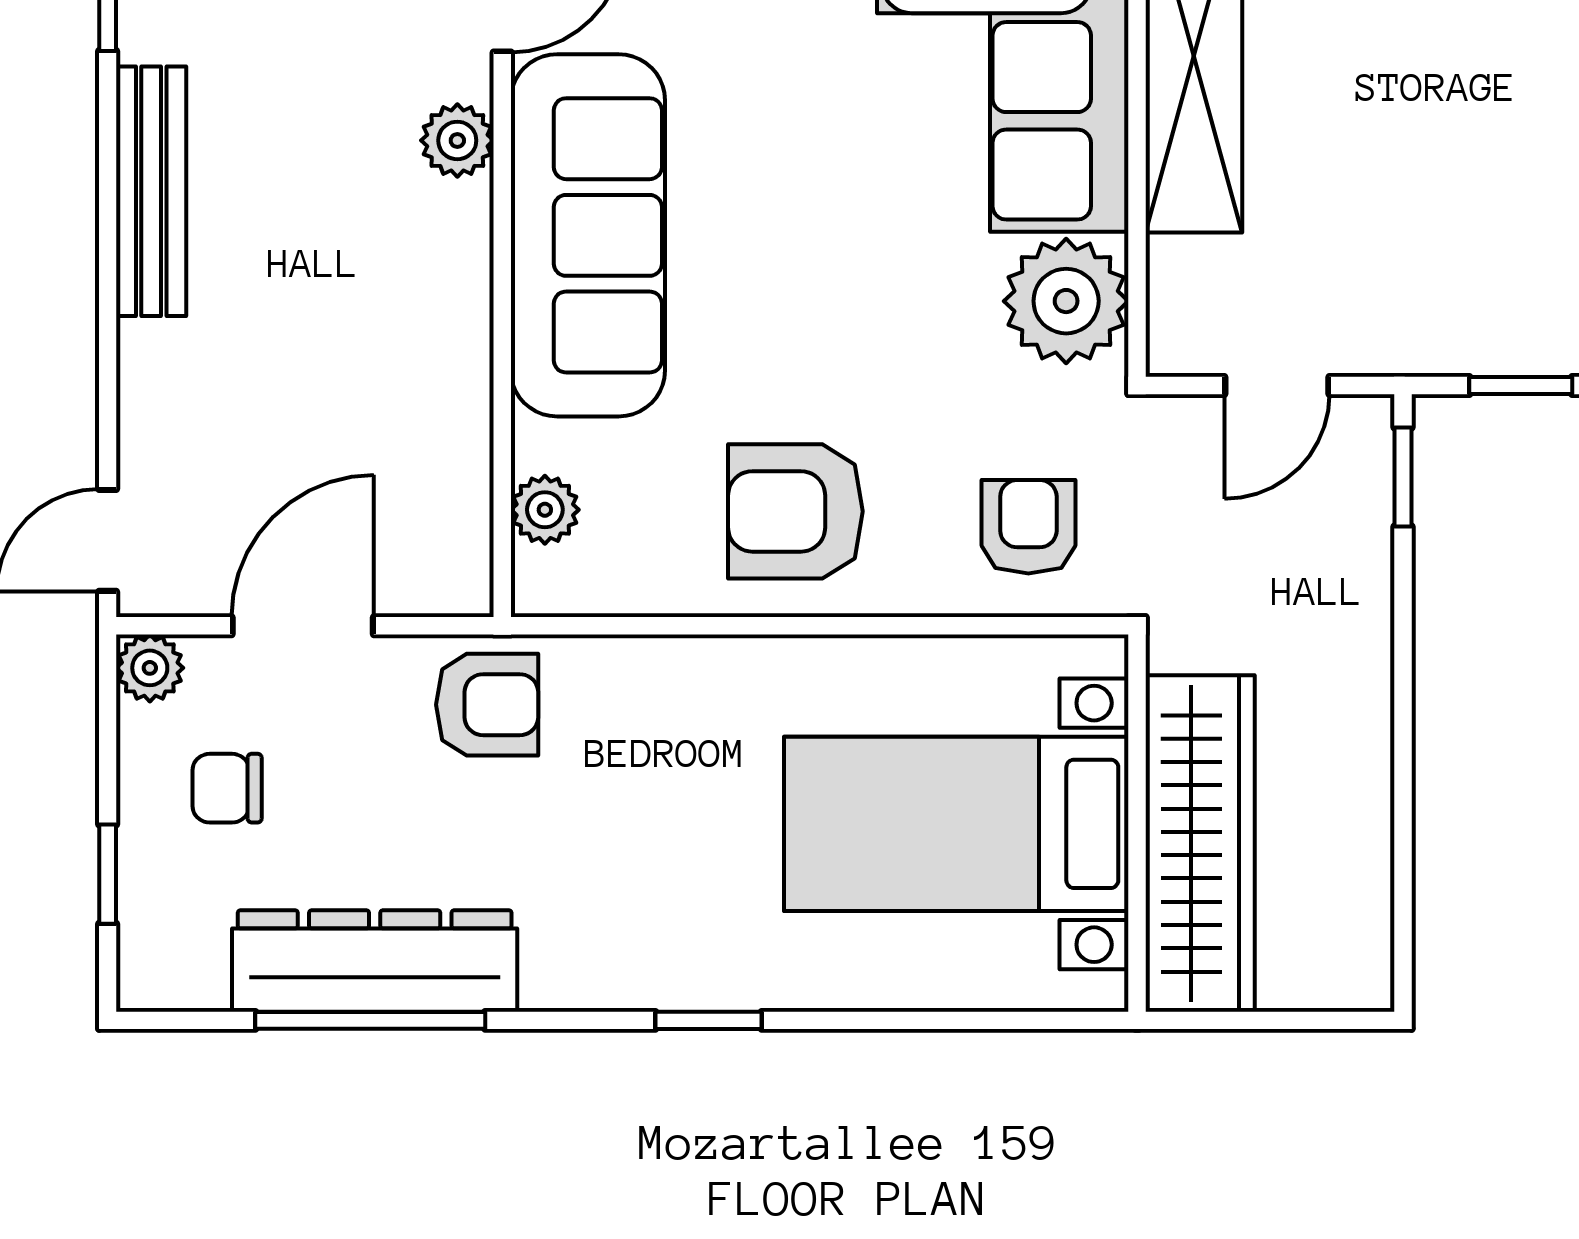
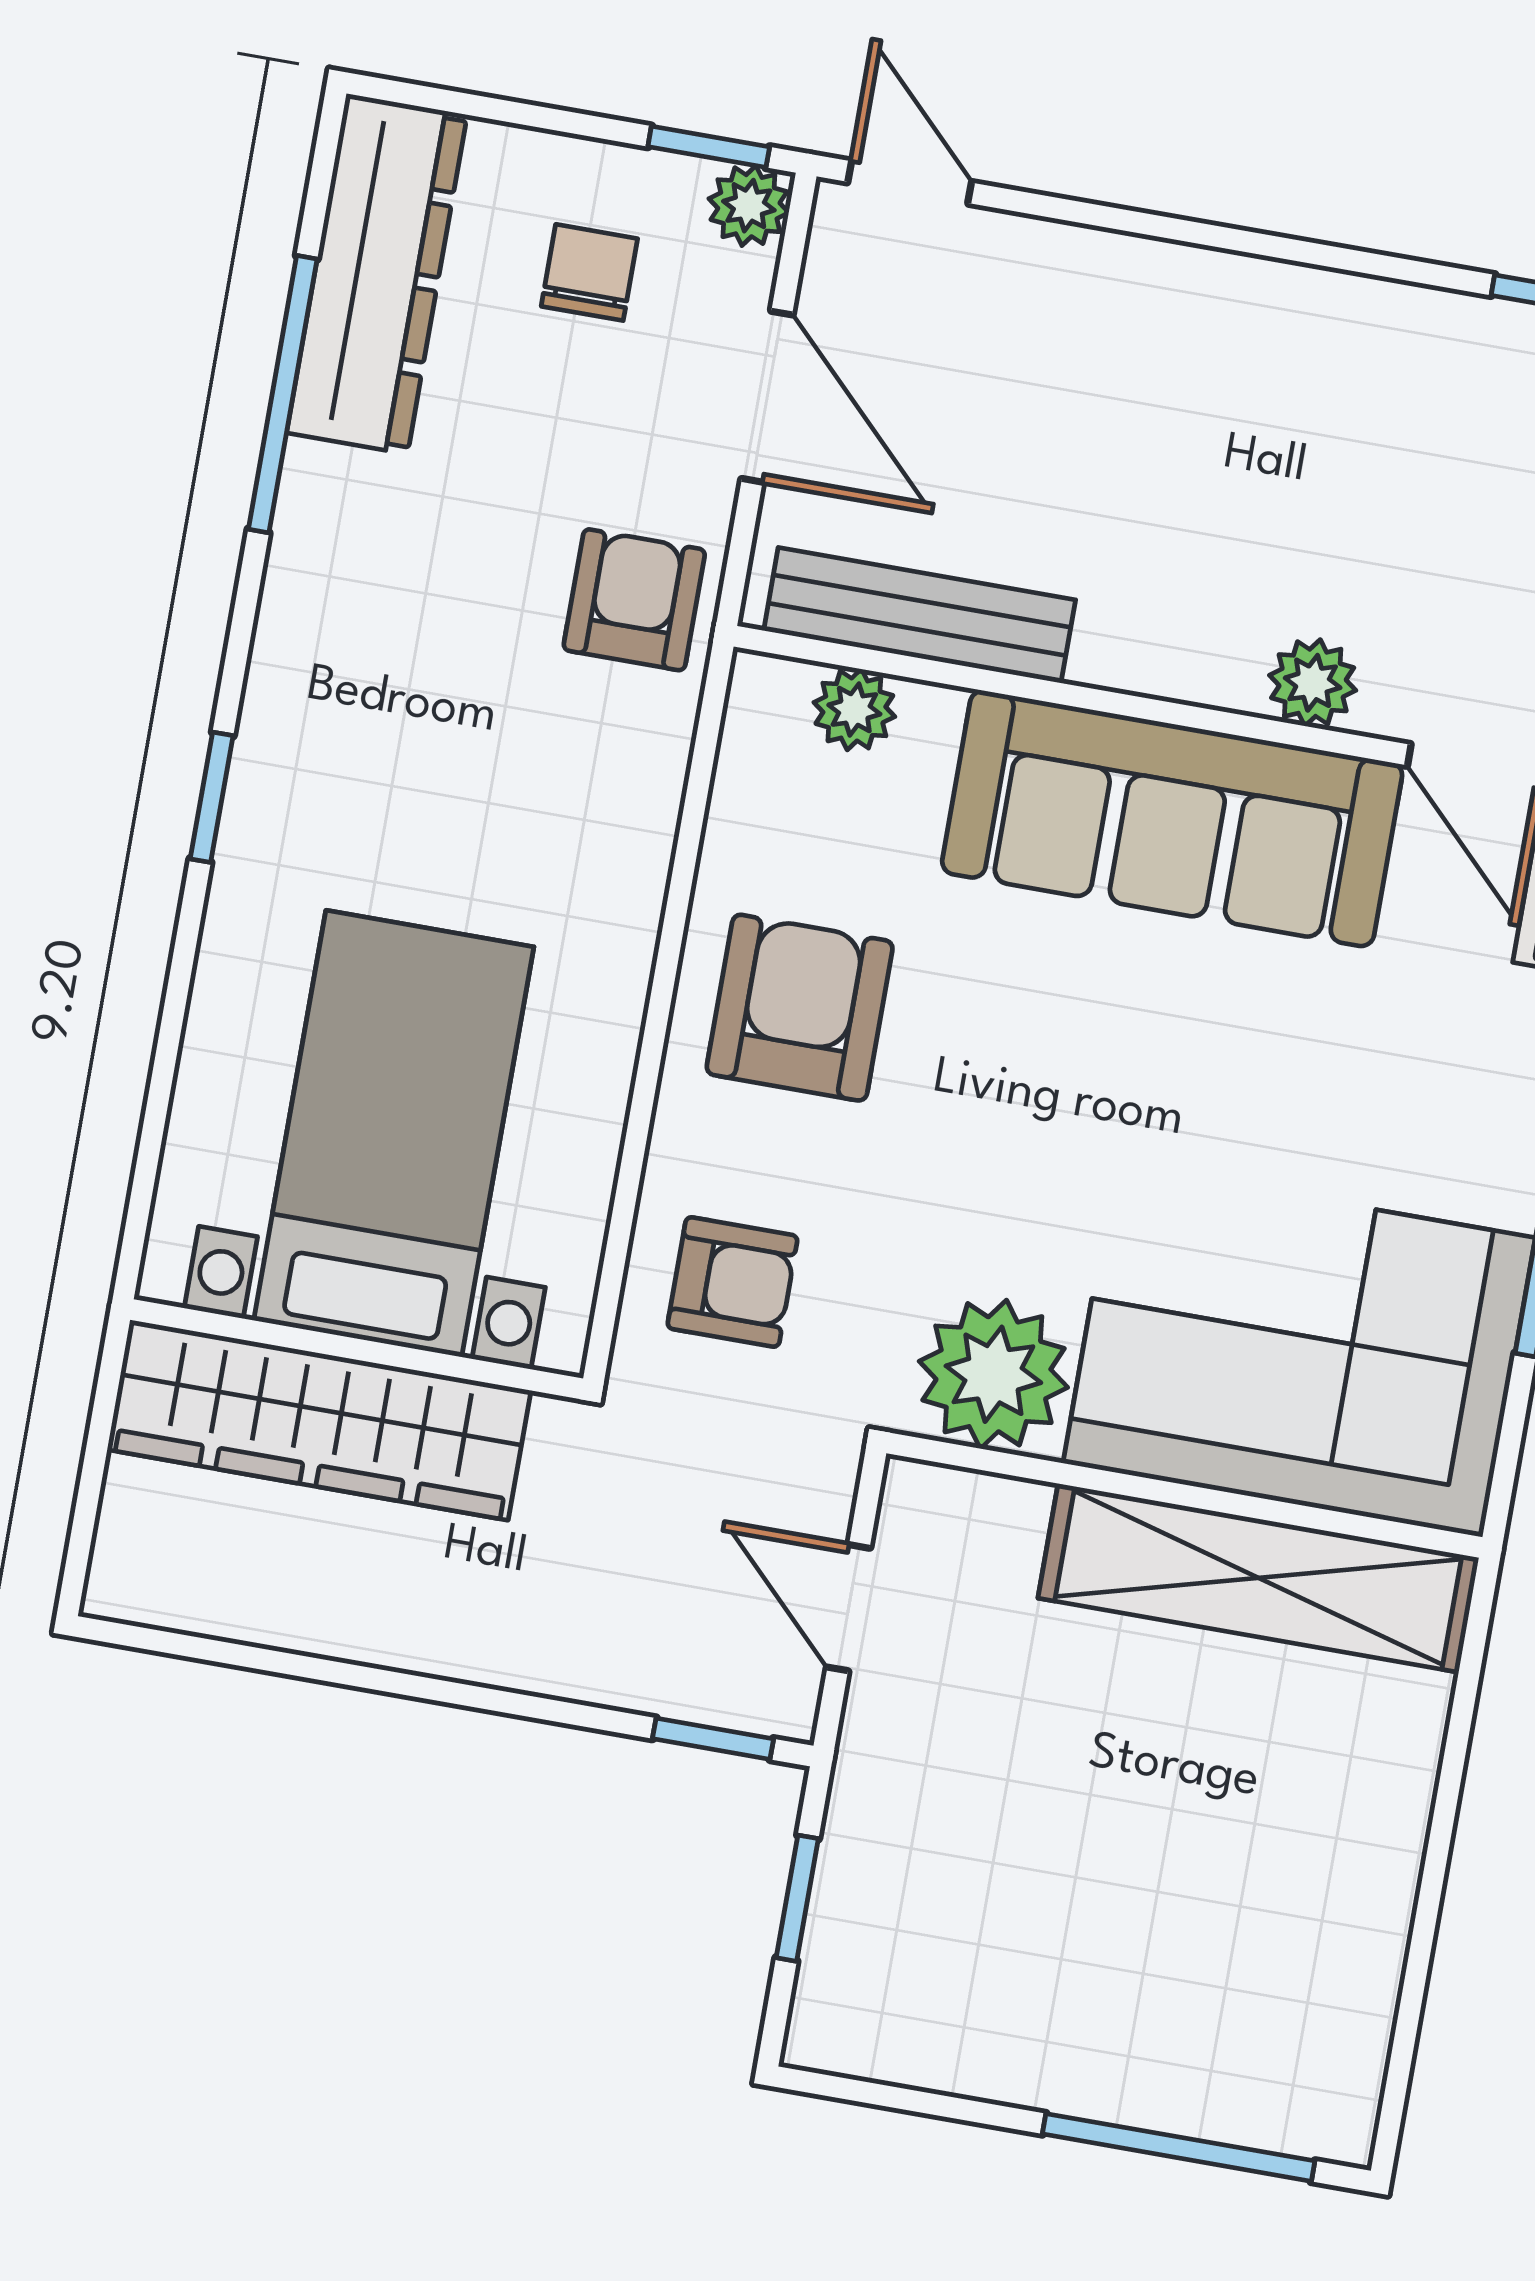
bench: (151, 191) -> (920, 615), moved
armchair: (487, 705) -> (634, 600), turned 180
window: (108, 874) -> (709, 147), moved
dresser: (375, 961) -> (377, 274), moved

